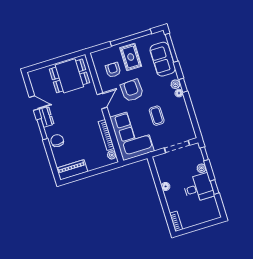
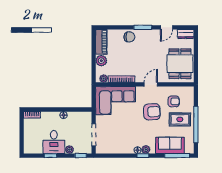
door: (102, 101) -> (151, 84), swing flipped
coffee table: (157, 116) -> (125, 126), removed
dresser: (46, 117) -> (186, 34), moved
plant: (93, 163) -> (101, 61), added

